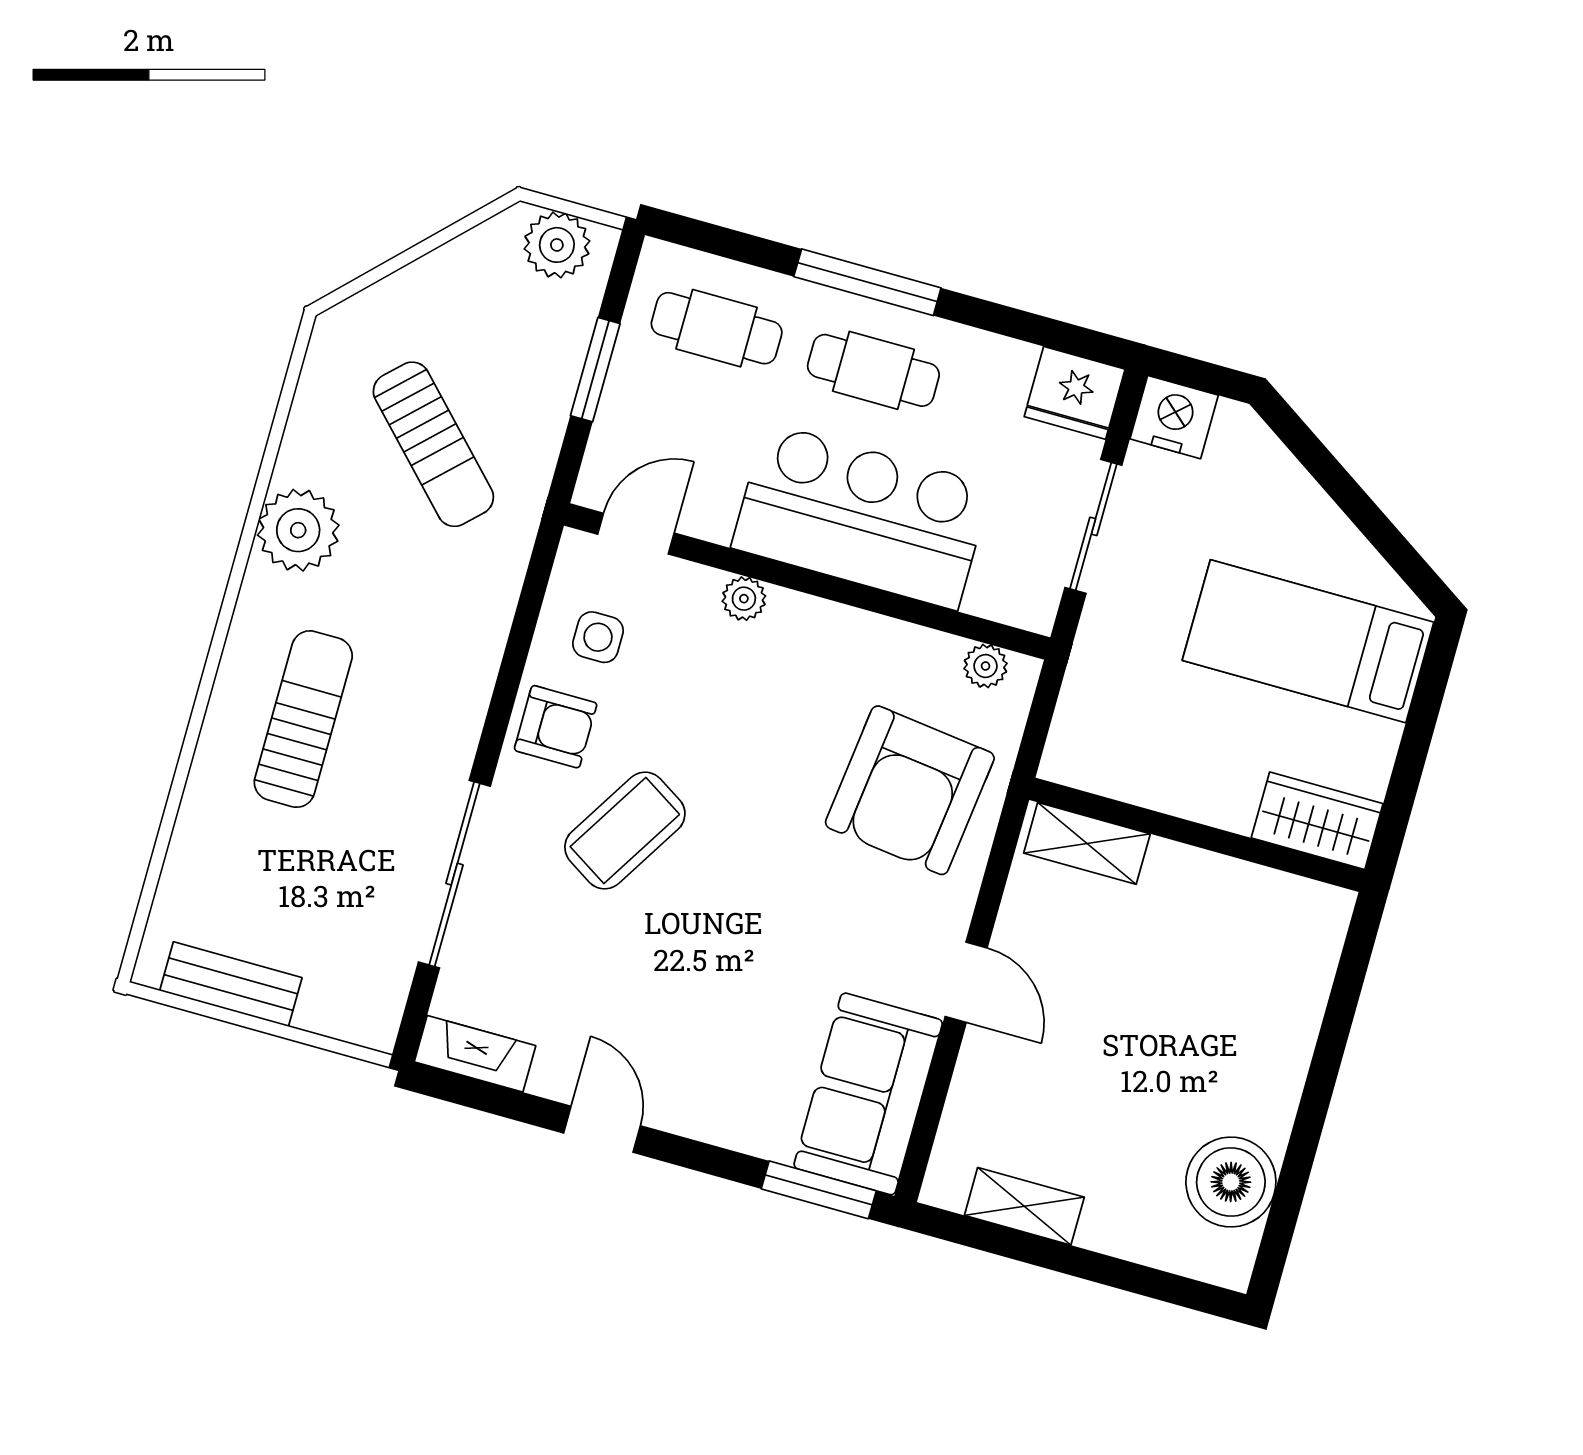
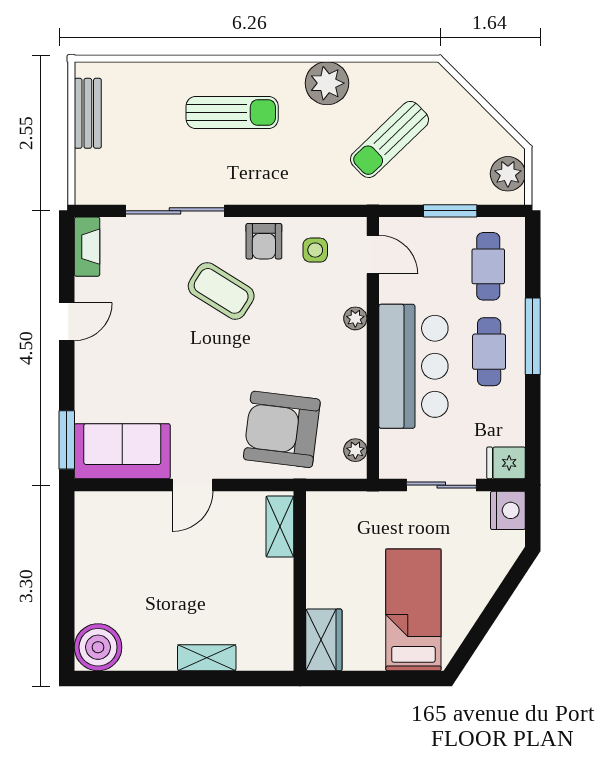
fridge: (1075, 393) -> (506, 463), width x0.72
boiler: (1231, 1182) -> (98, 647), moved
shelving: (1024, 1206) -> (207, 658), moved, turned 90

